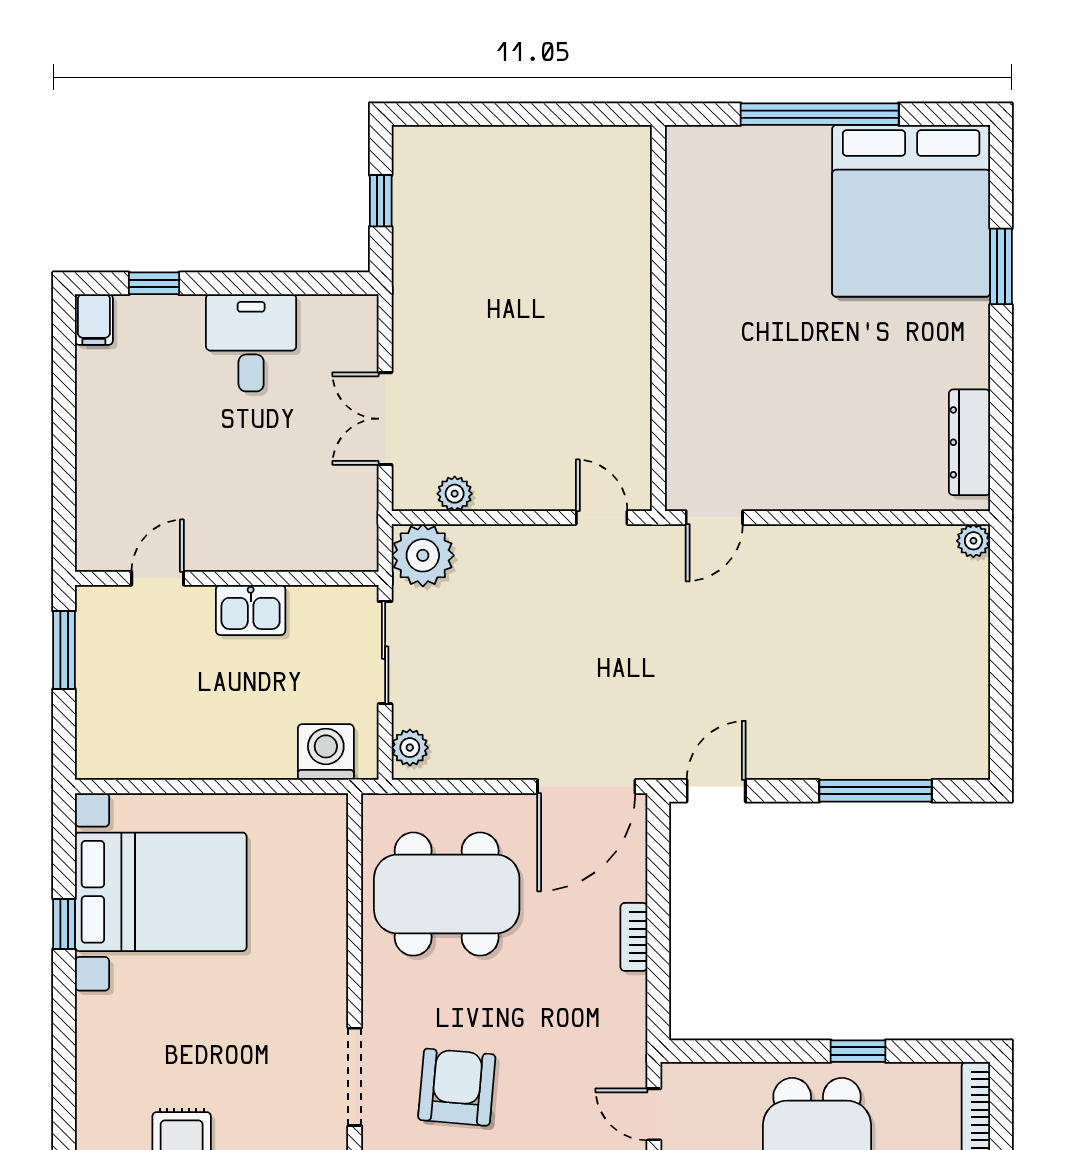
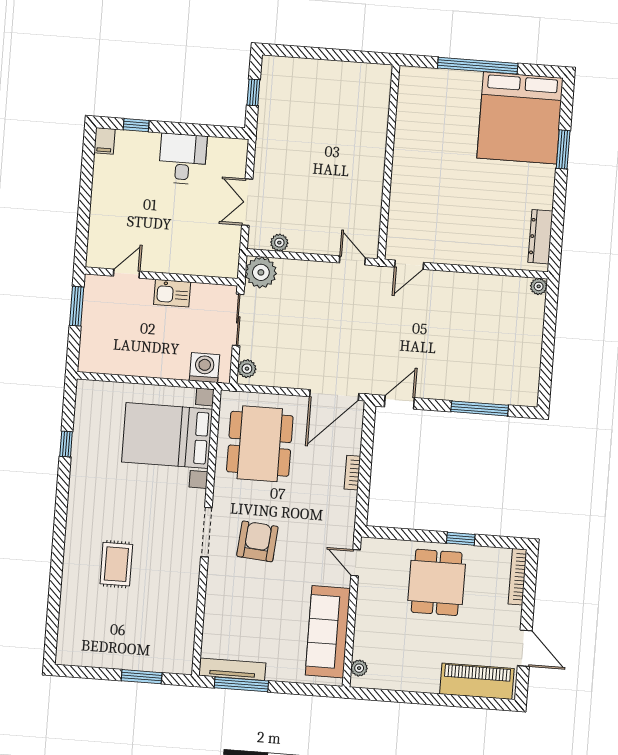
bed with nightstands: (161, 892) -> (167, 436), moved, turned 180
dining table: (447, 894) -> (260, 444), turned 90

